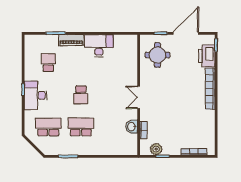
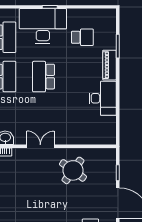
round table: (157, 55) -> (73, 170), moved, turned 36
desk: (36, 95) -> (43, 26), width x1.36, depth x1.30
school desk: (81, 95) -> (44, 77), width x1.85

